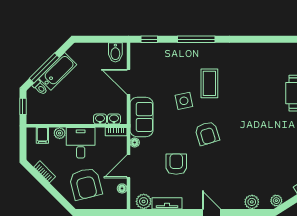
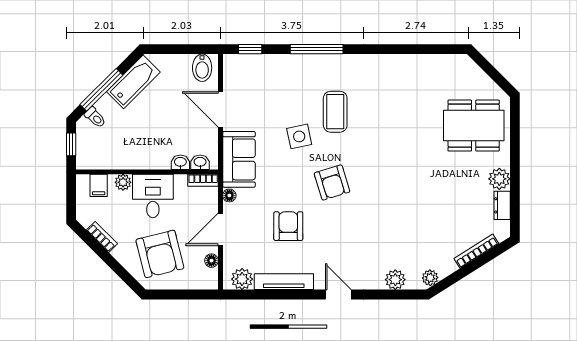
bathtub: (58, 71) -> (133, 82), moved
tv unit: (167, 203) -> (284, 282), width x1.41

